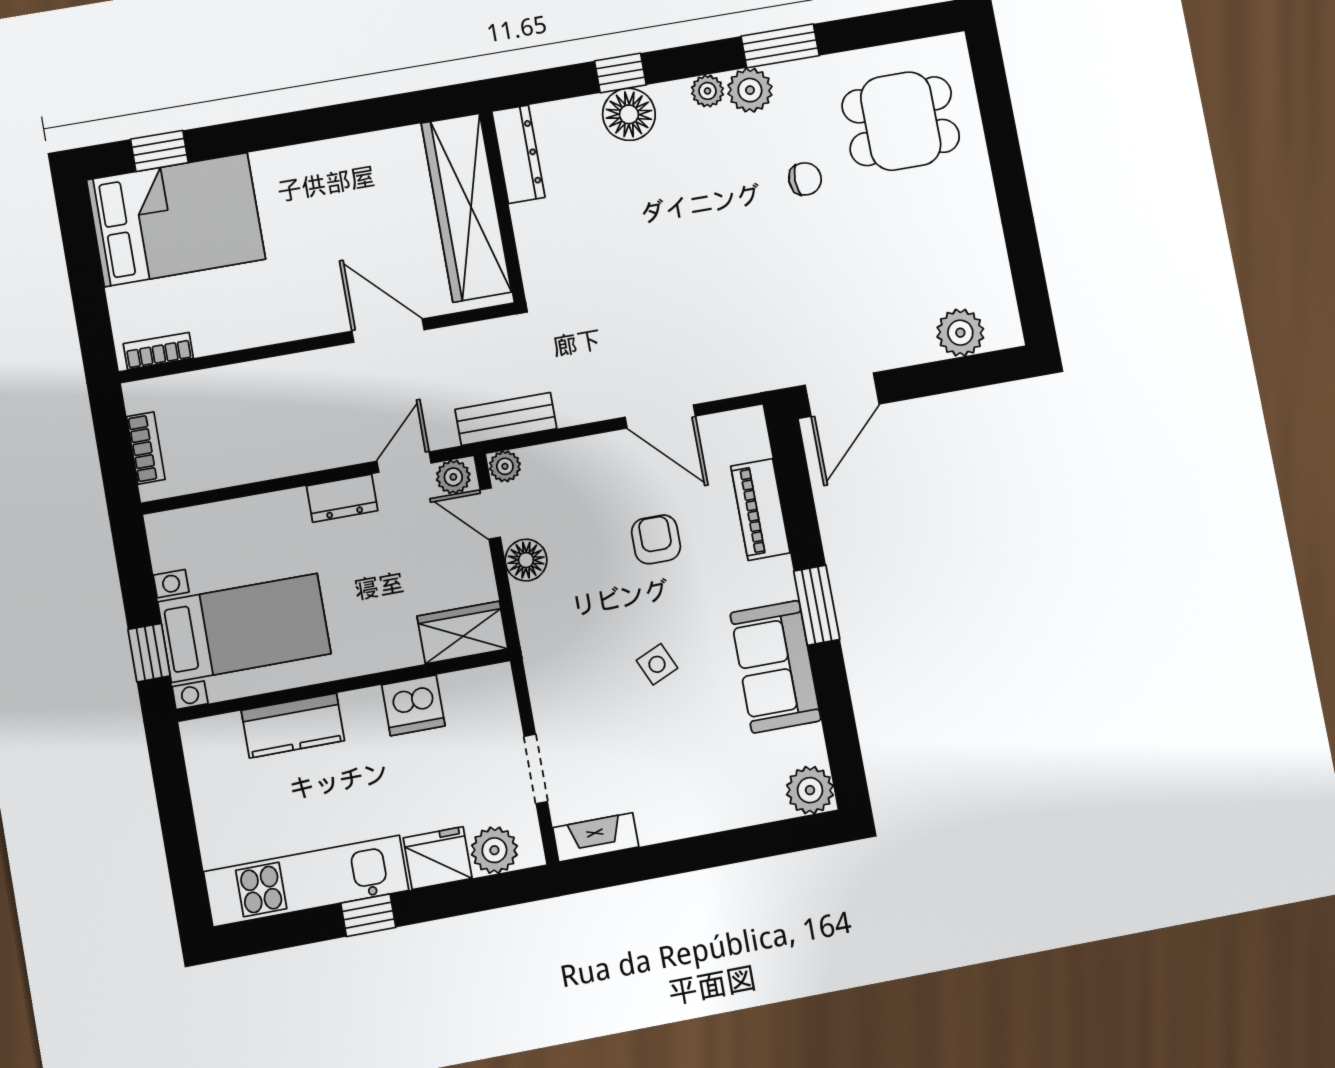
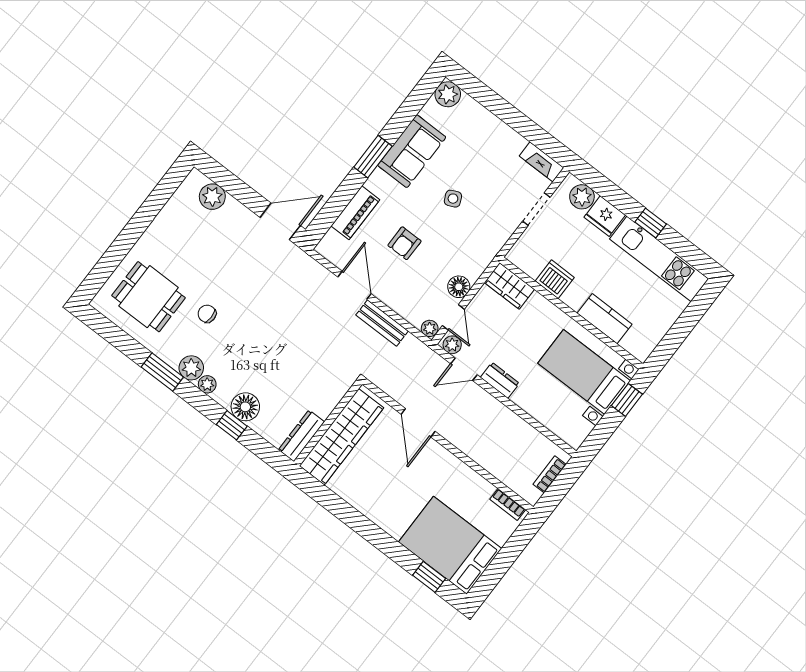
bench: (506, 419) -> (382, 323), moved

